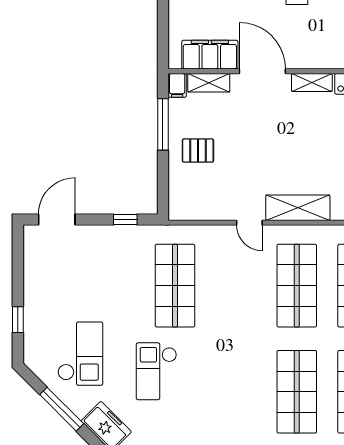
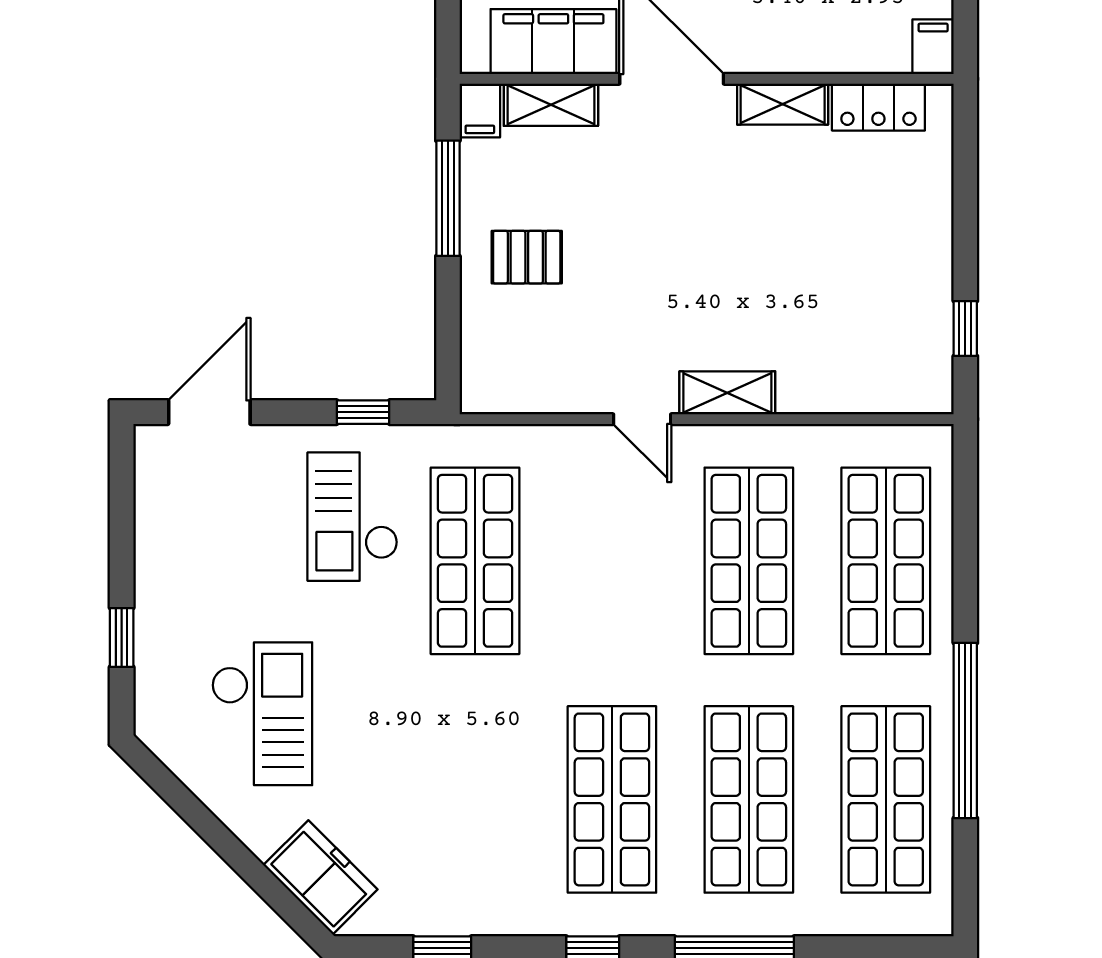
shelving: (298, 208) -> (727, 393), width x0.67, depth x0.75
checkout: (156, 371) -> (352, 517), moved
shop shelf: (236, 392) -> (612, 799), added
window: (62, 409) -> (220, 839), removed

